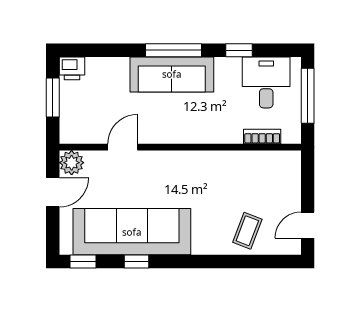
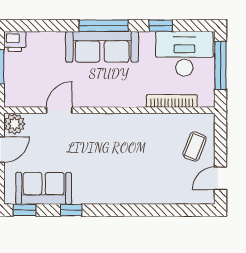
desk: (266, 82) -> (184, 54), width x1.37
bookcase: (262, 136) -> (172, 101), width x1.56
coffee table: (247, 231) -> (195, 146), moved
sofa: (132, 232) -> (44, 188), width x0.54, depth x0.79

